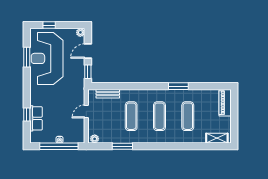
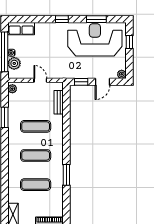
door: (88, 51) -> (103, 82), swing flipped
window: (27, 114) -> (62, 19), moved
row of seats: (36, 118) -> (21, 29), moved
plant: (70, 137) -> (14, 63), added

